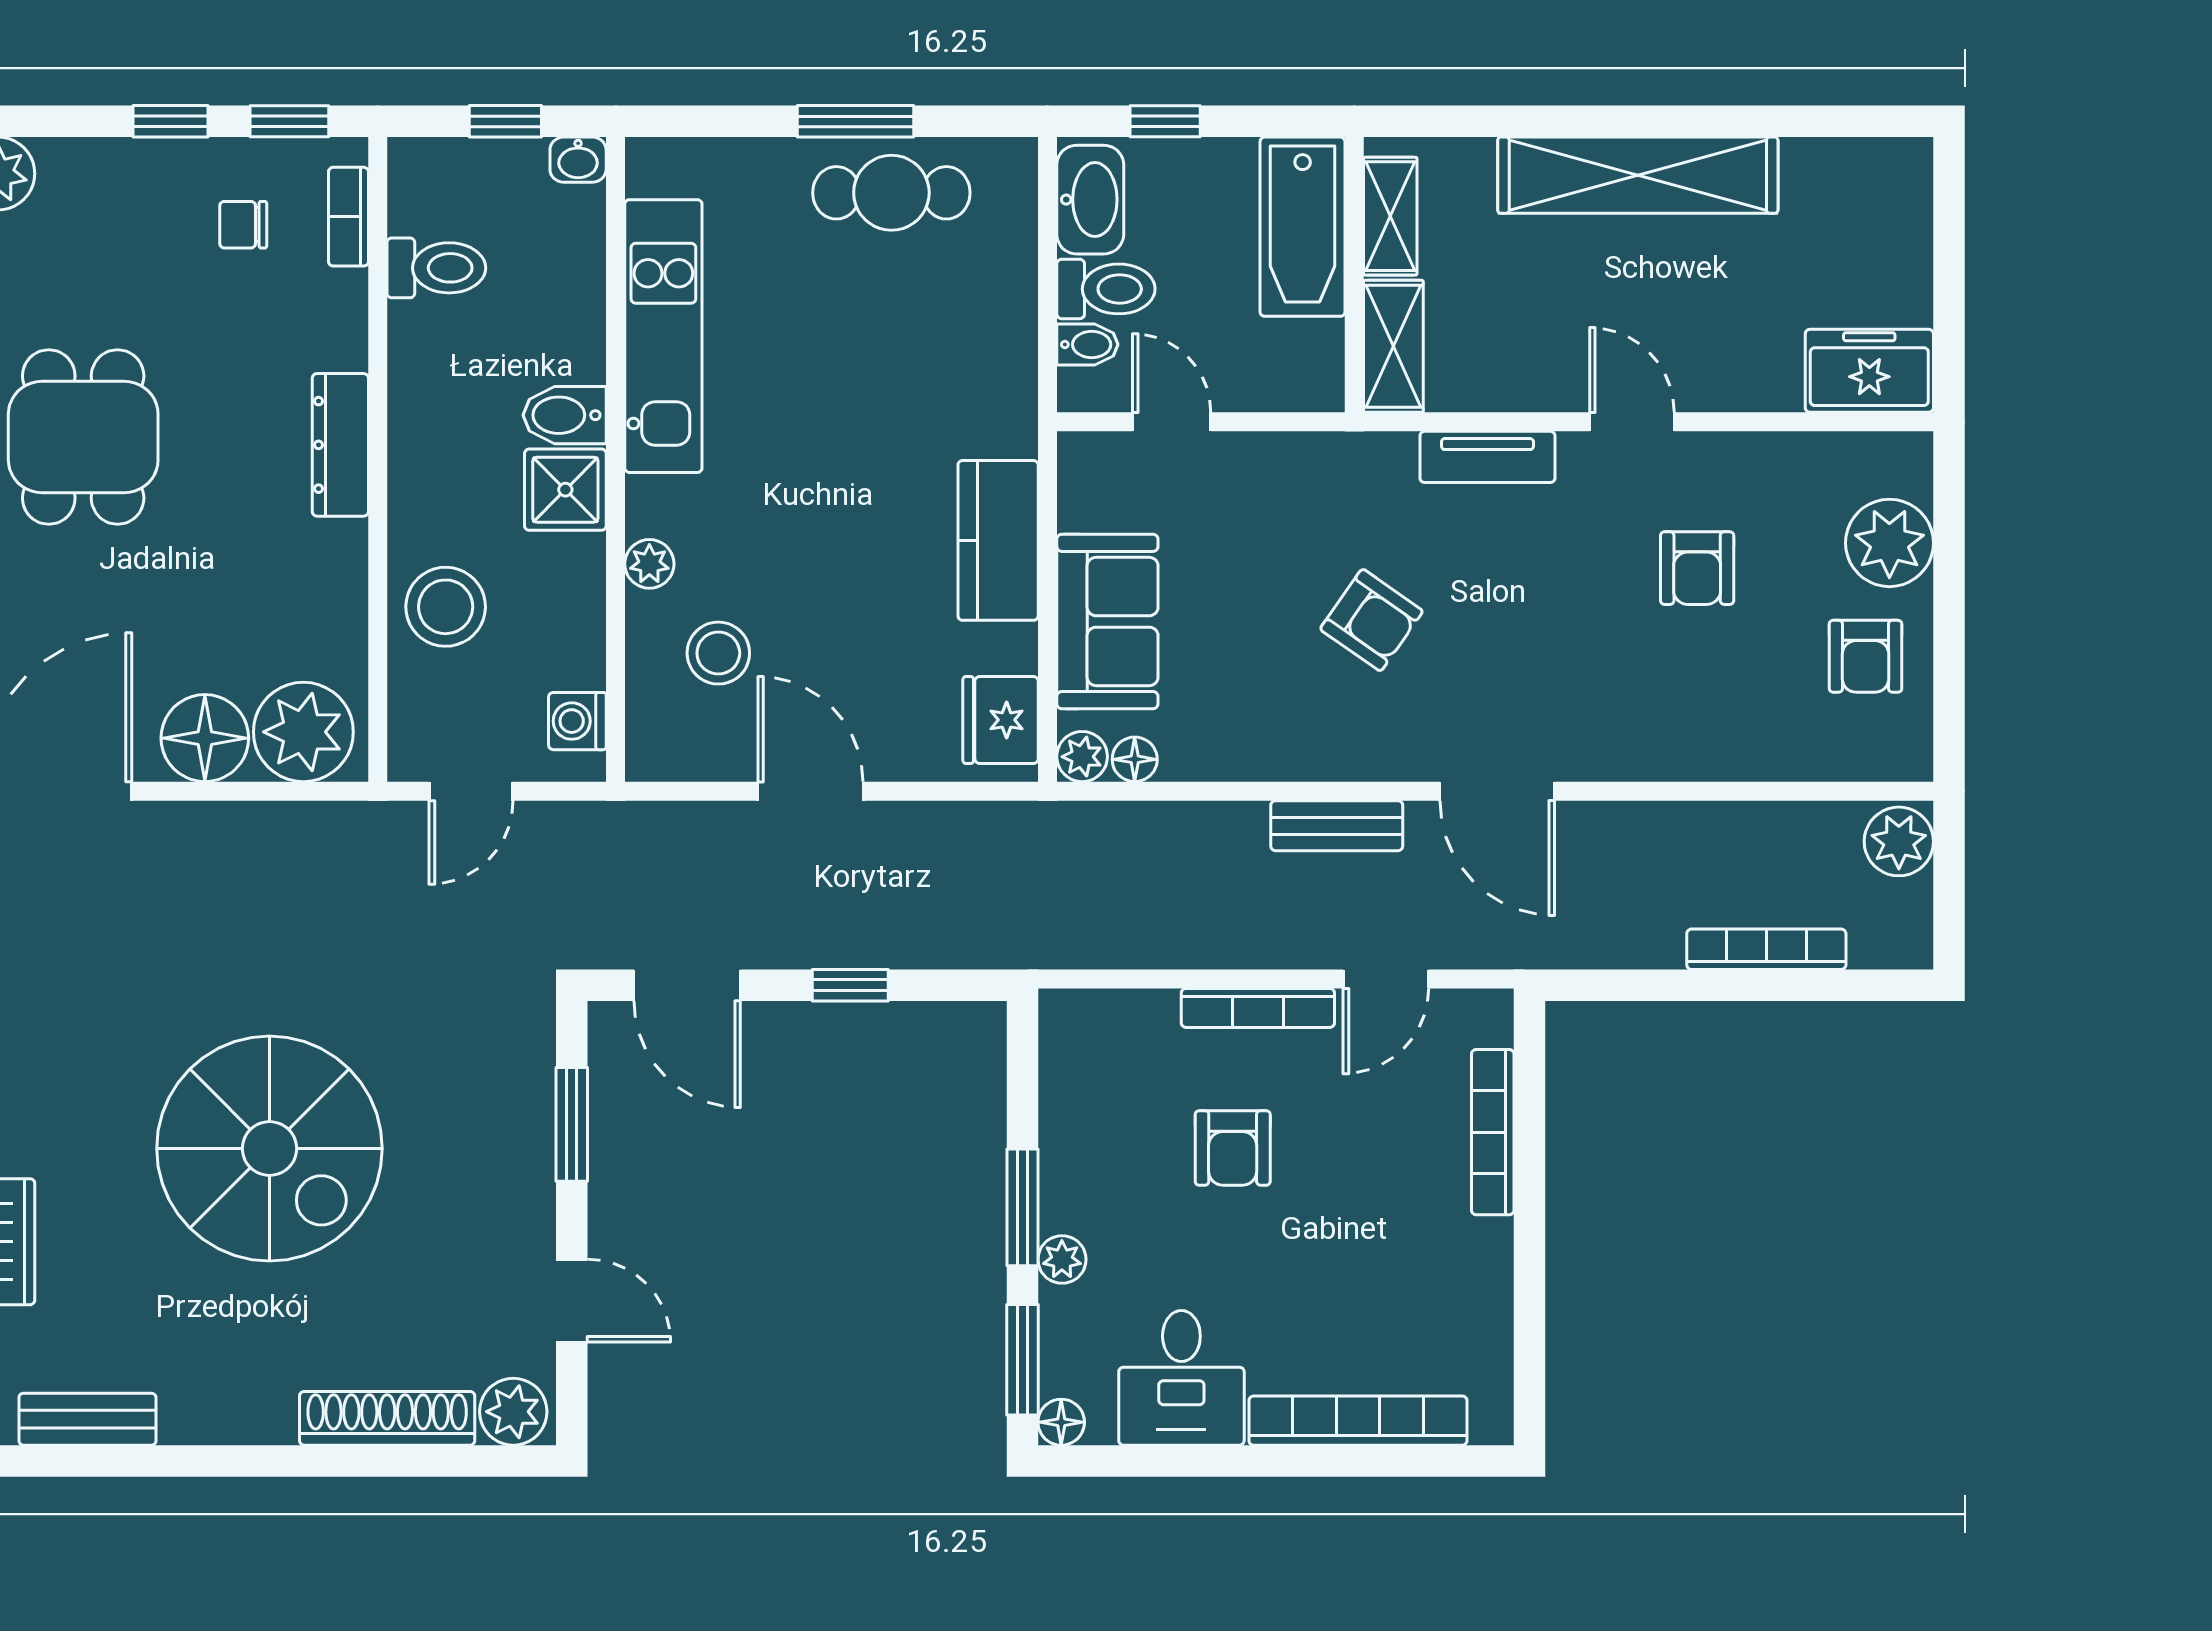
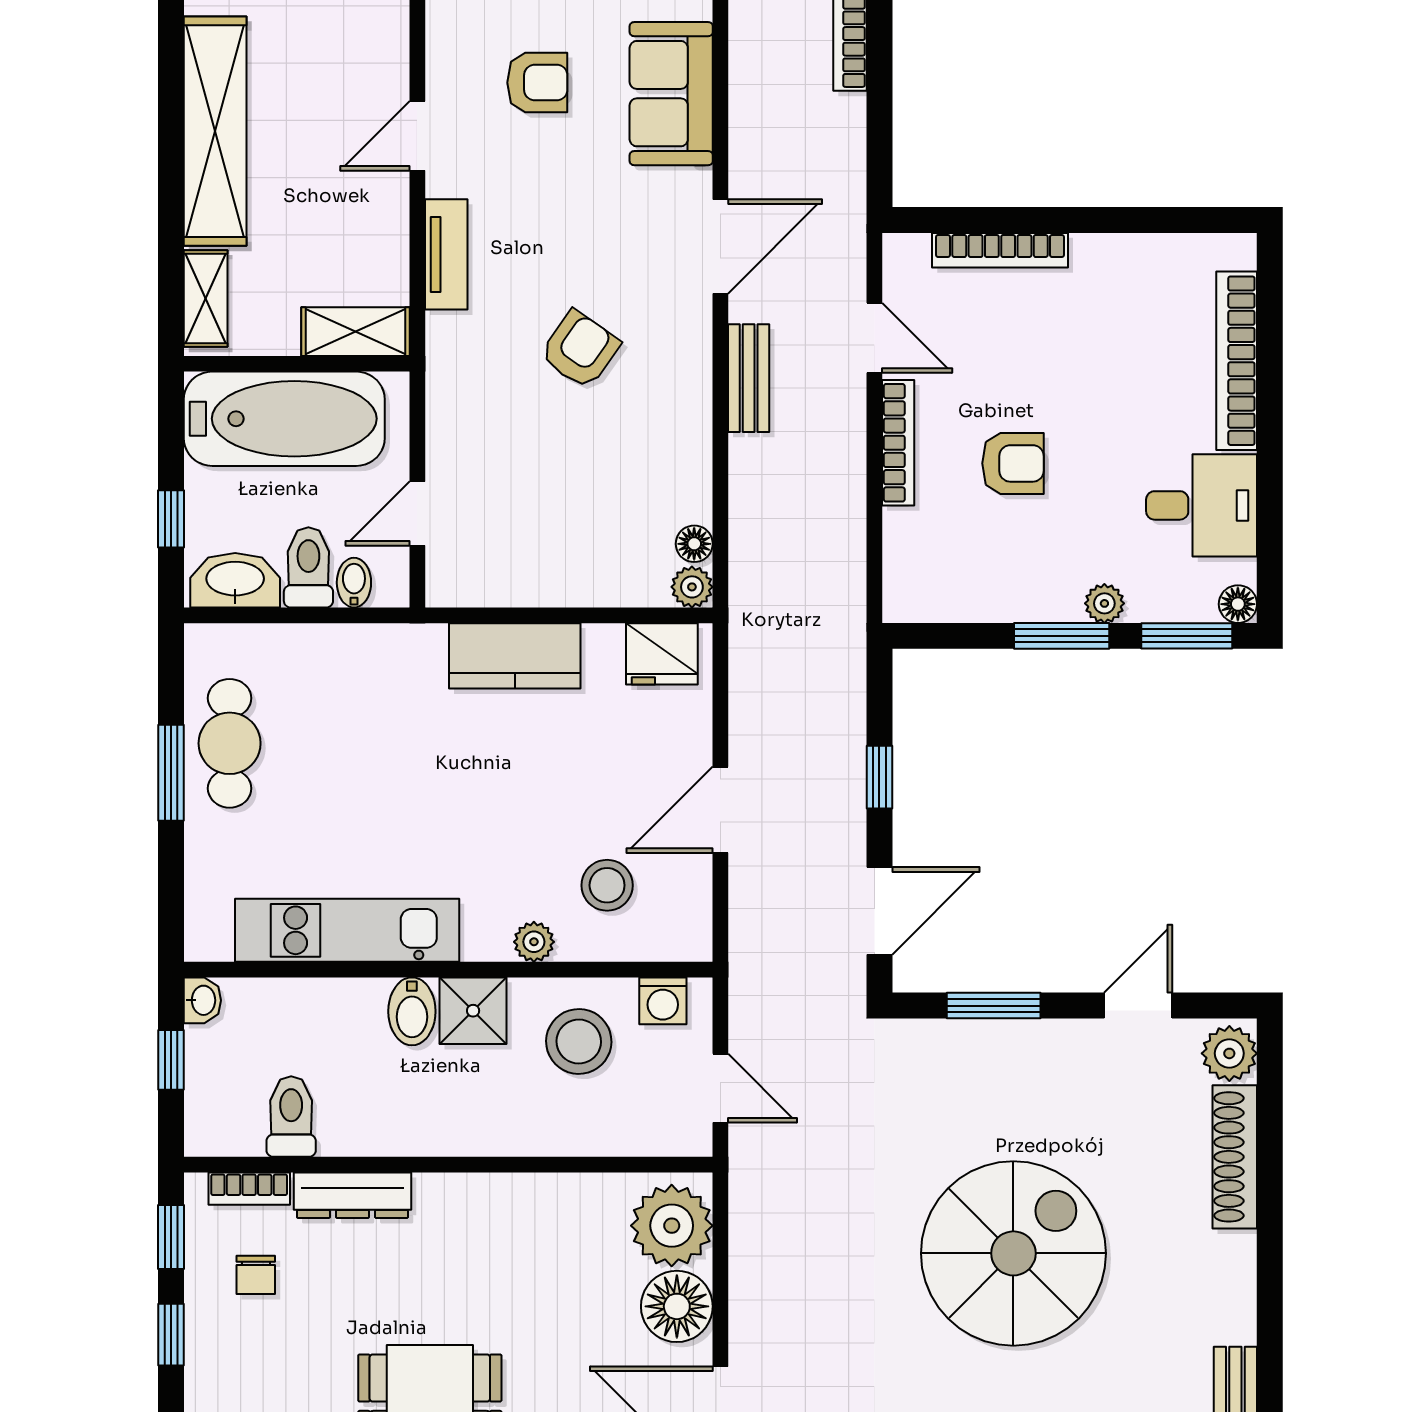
shelving: (1390, 216) -> (206, 298), moved, turned 90
bathtub: (1303, 227) -> (284, 419), width x1.36, depth x1.36
dresser: (340, 445) -> (352, 1195), moved
stool: (446, 607) -> (579, 1041), moved
sofa: (1107, 621) -> (671, 94), moved, turned -90

